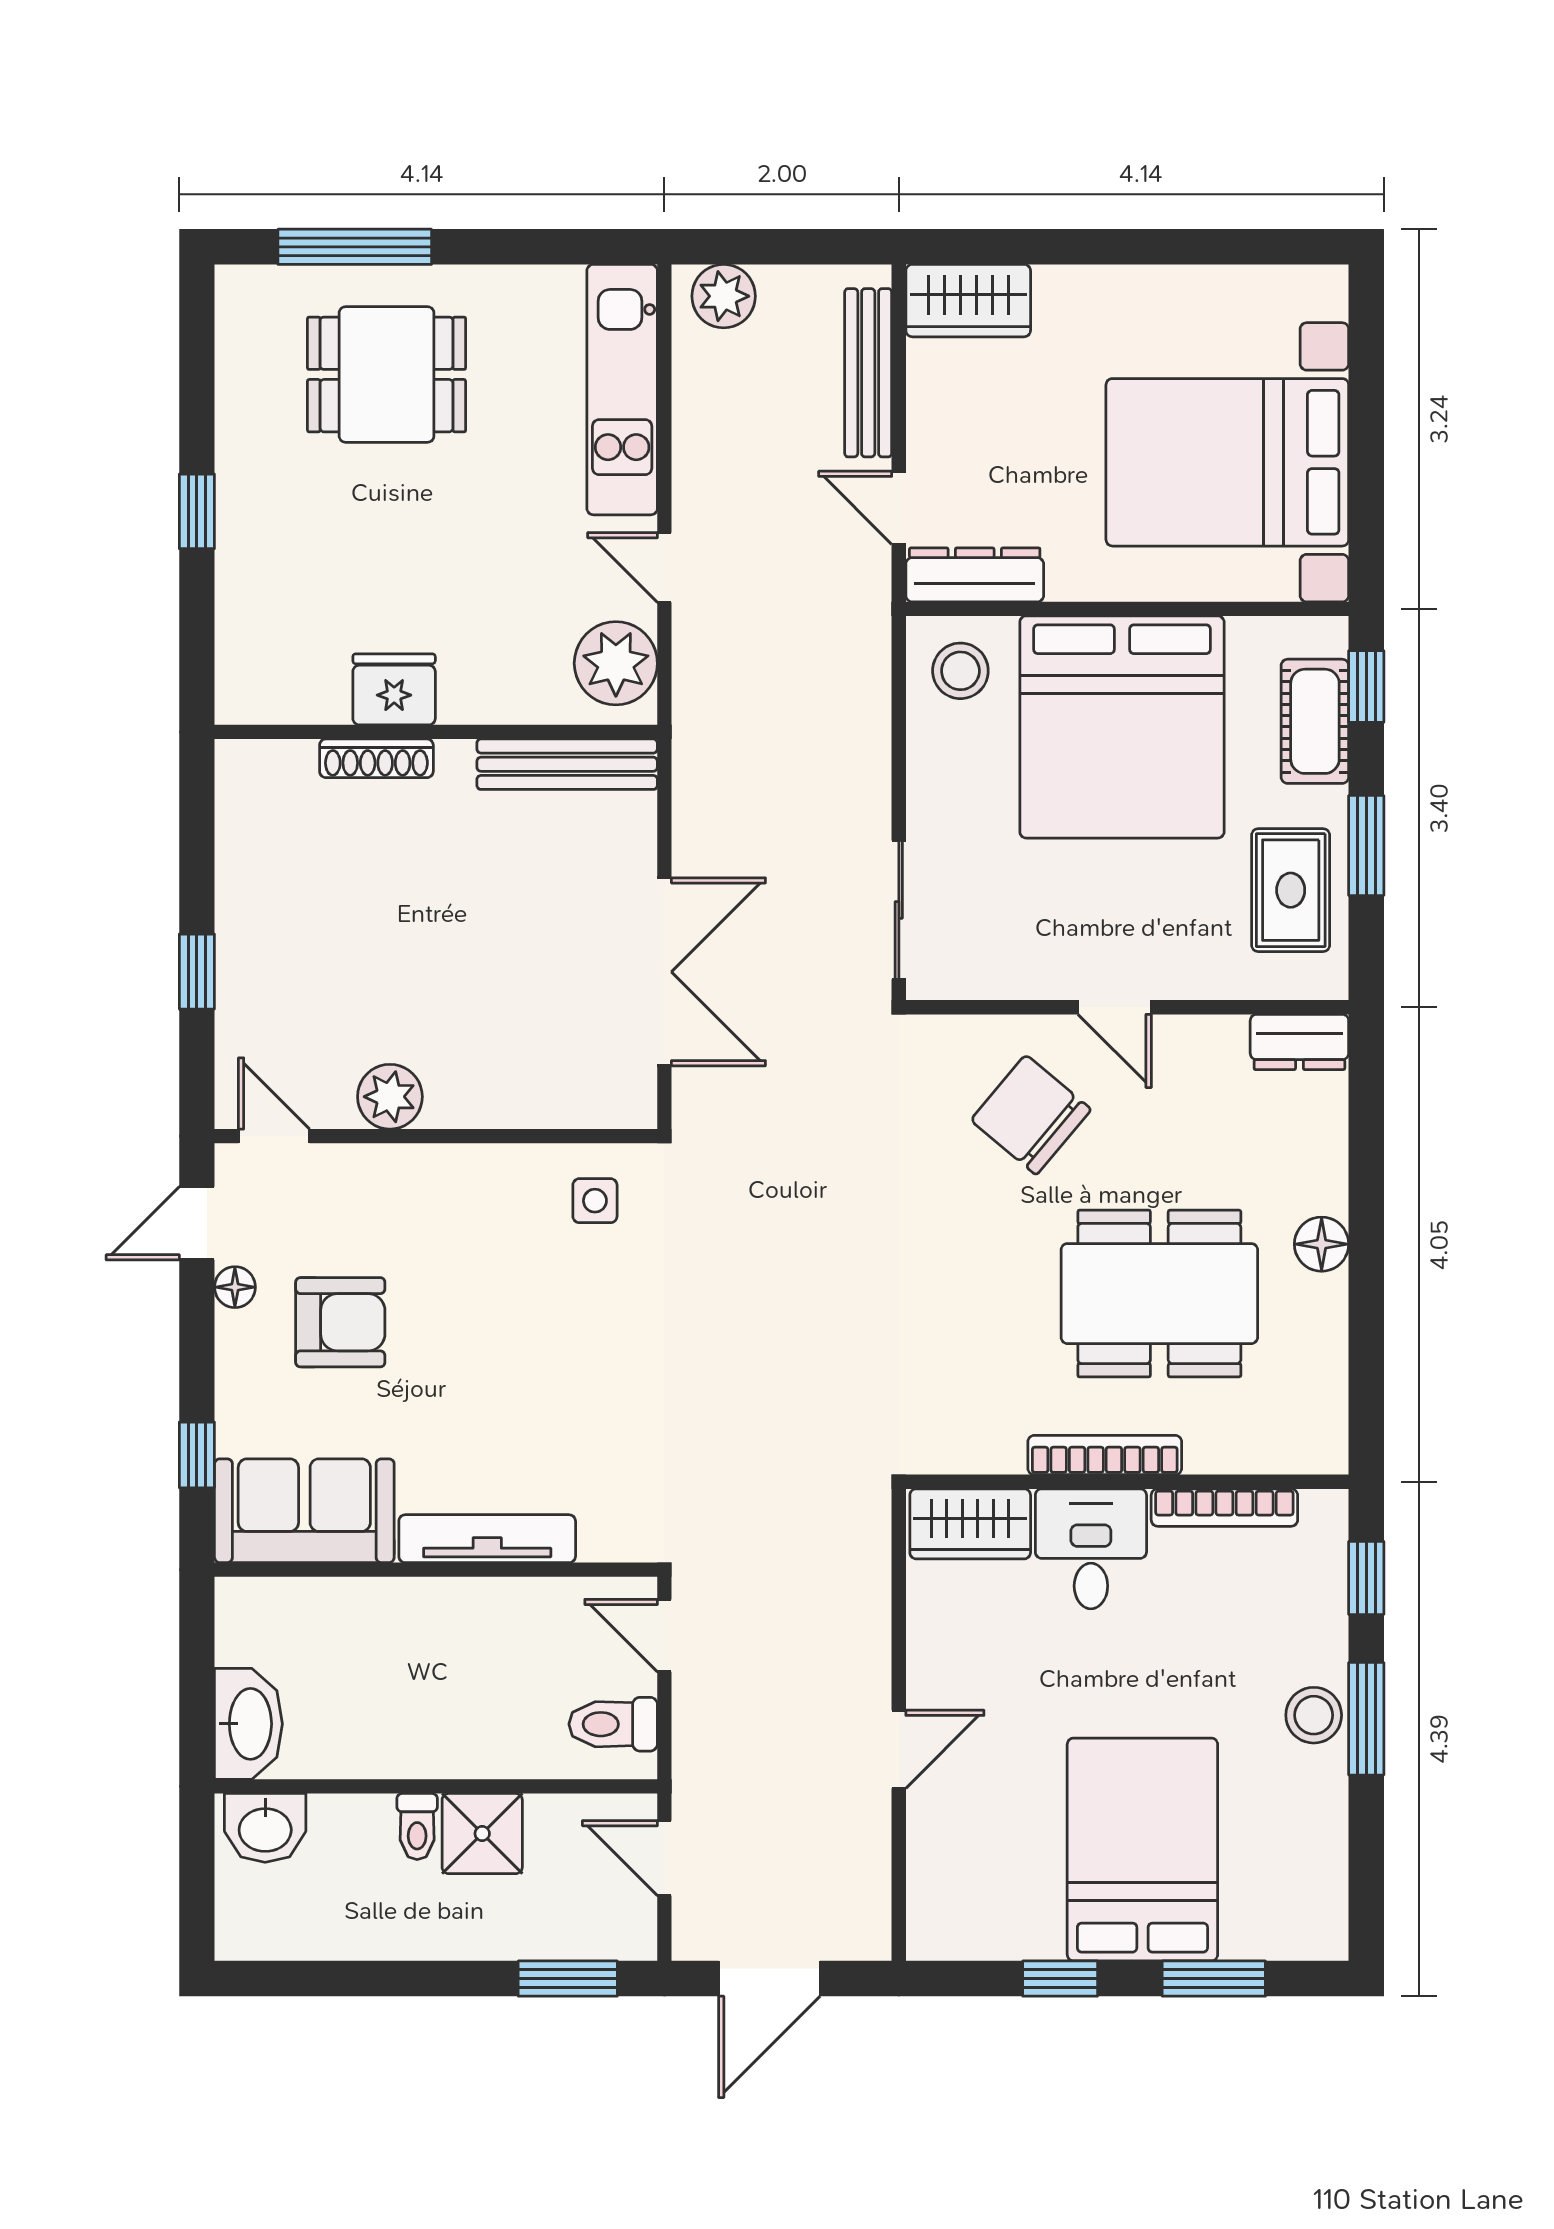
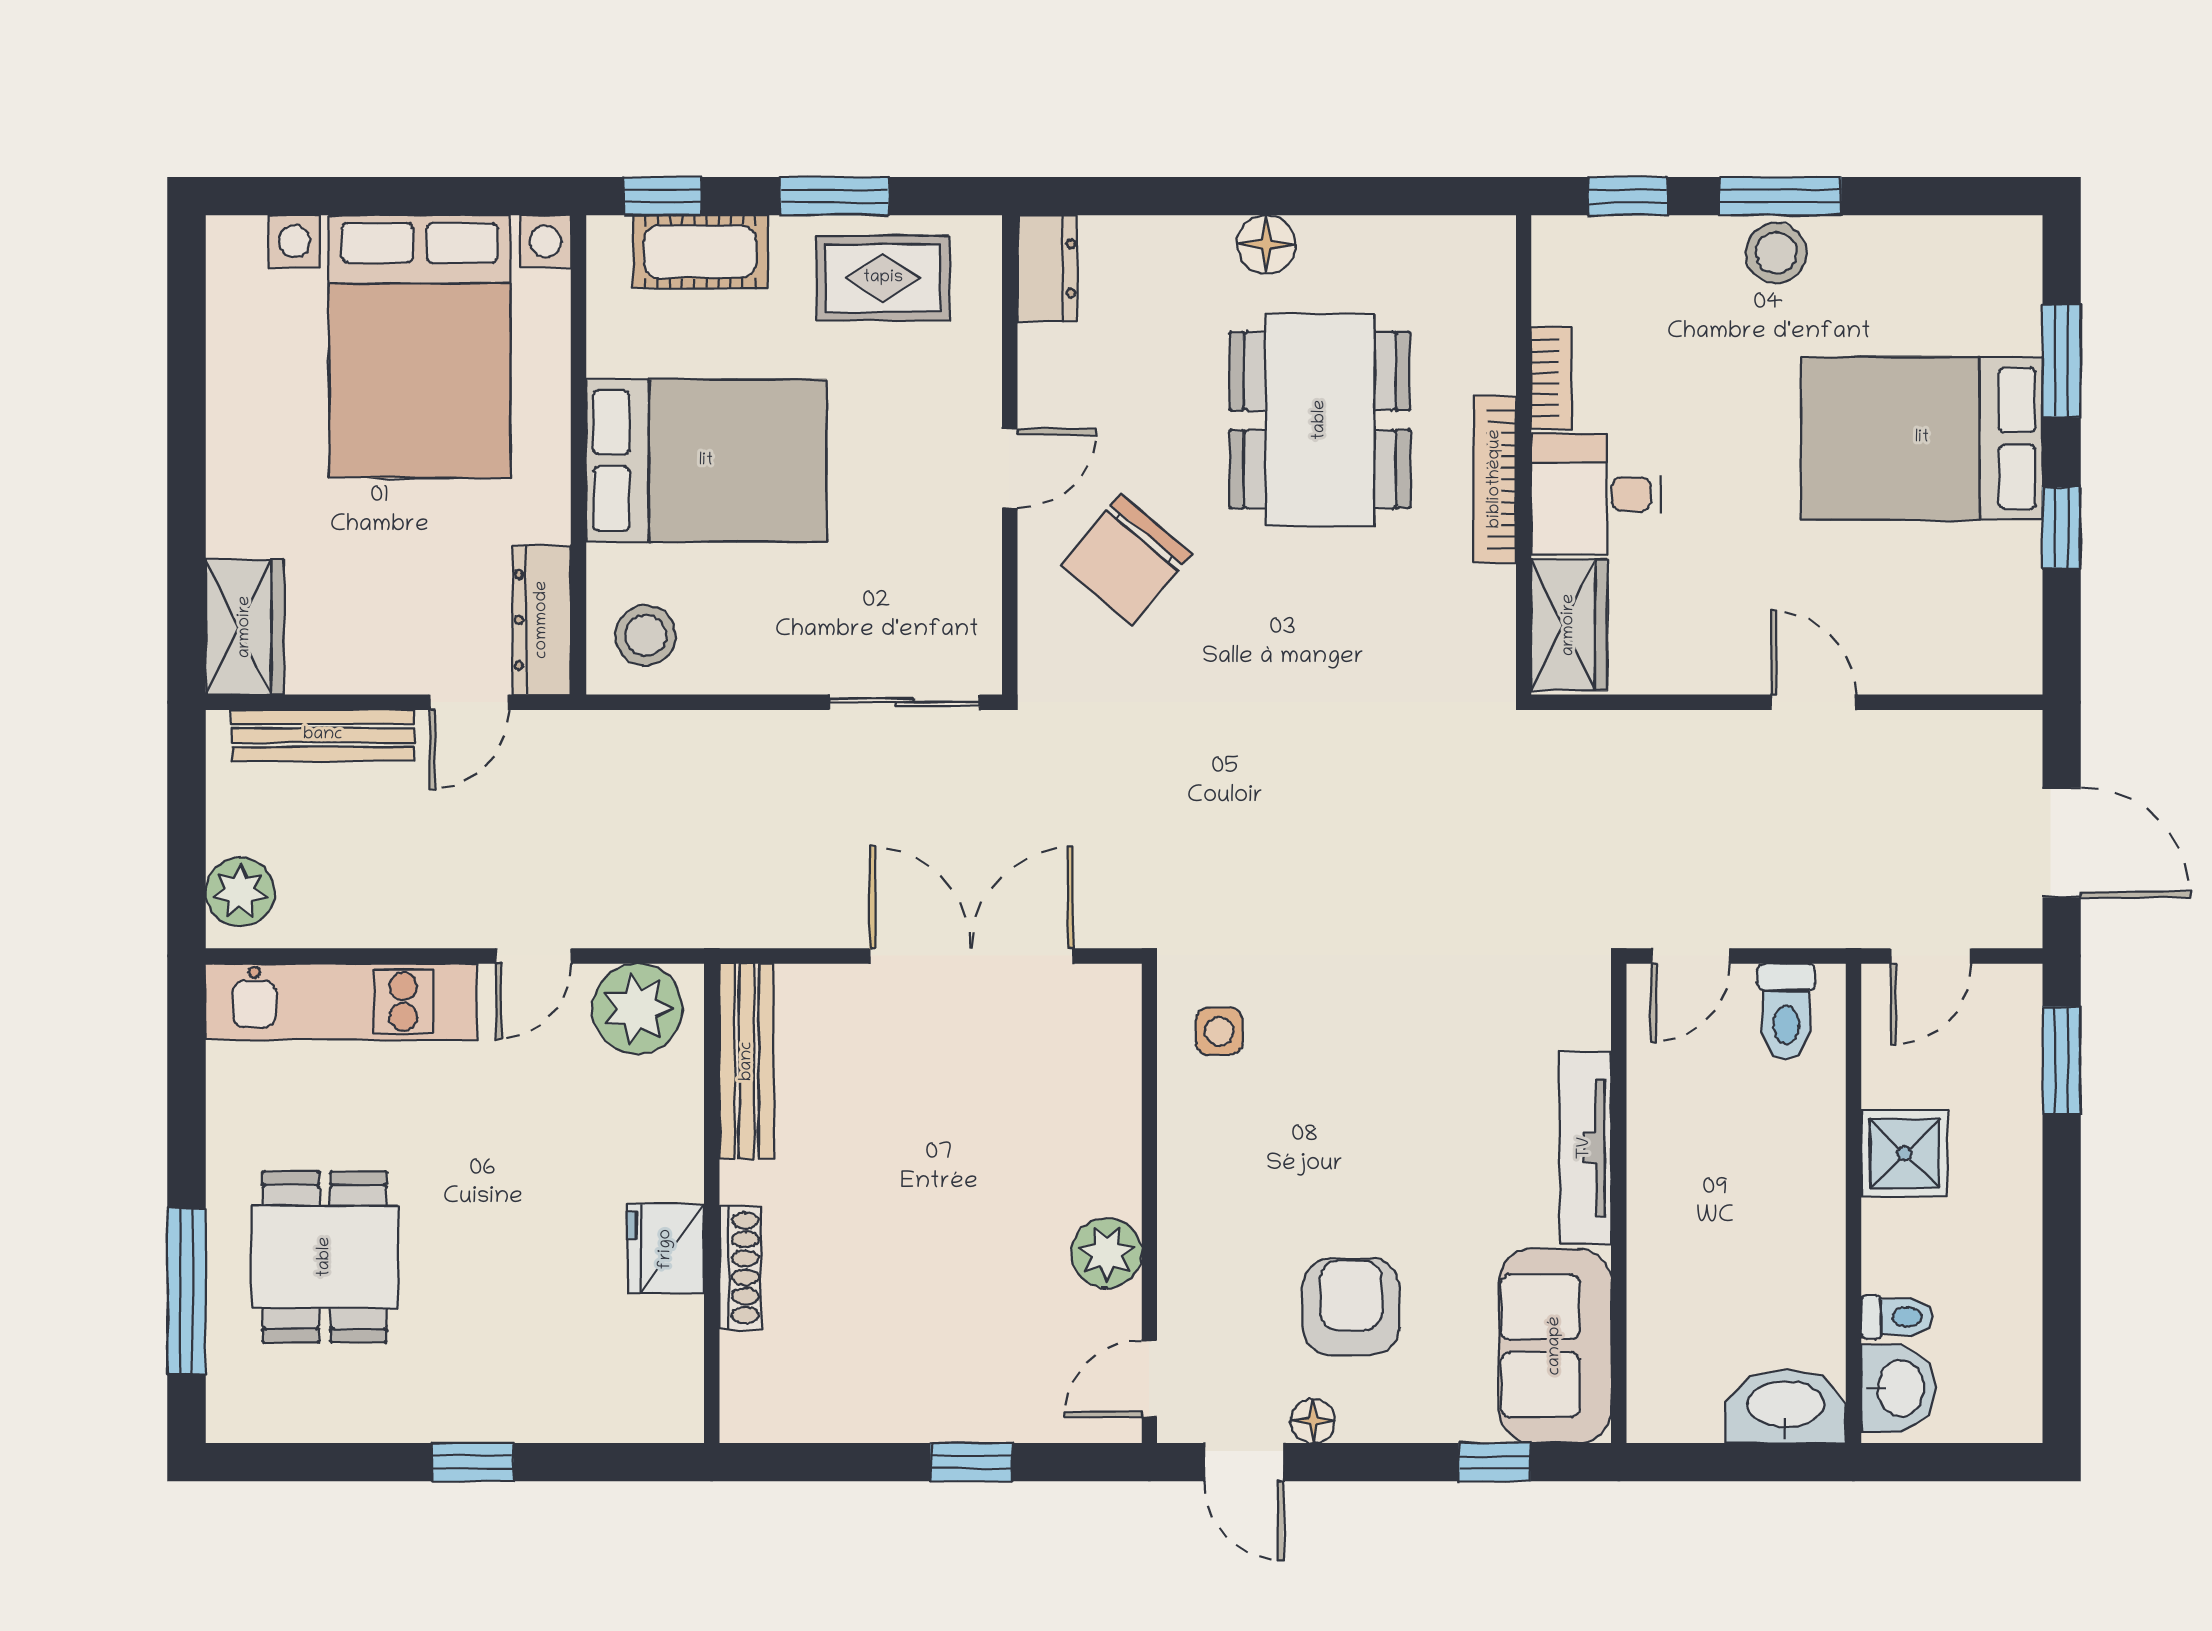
bed: (1122, 727) -> (706, 461), width x0.73
bookcase: (1224, 1508) -> (1552, 378), width x0.64
toilet: (417, 1827) -> (1897, 1317), moved

